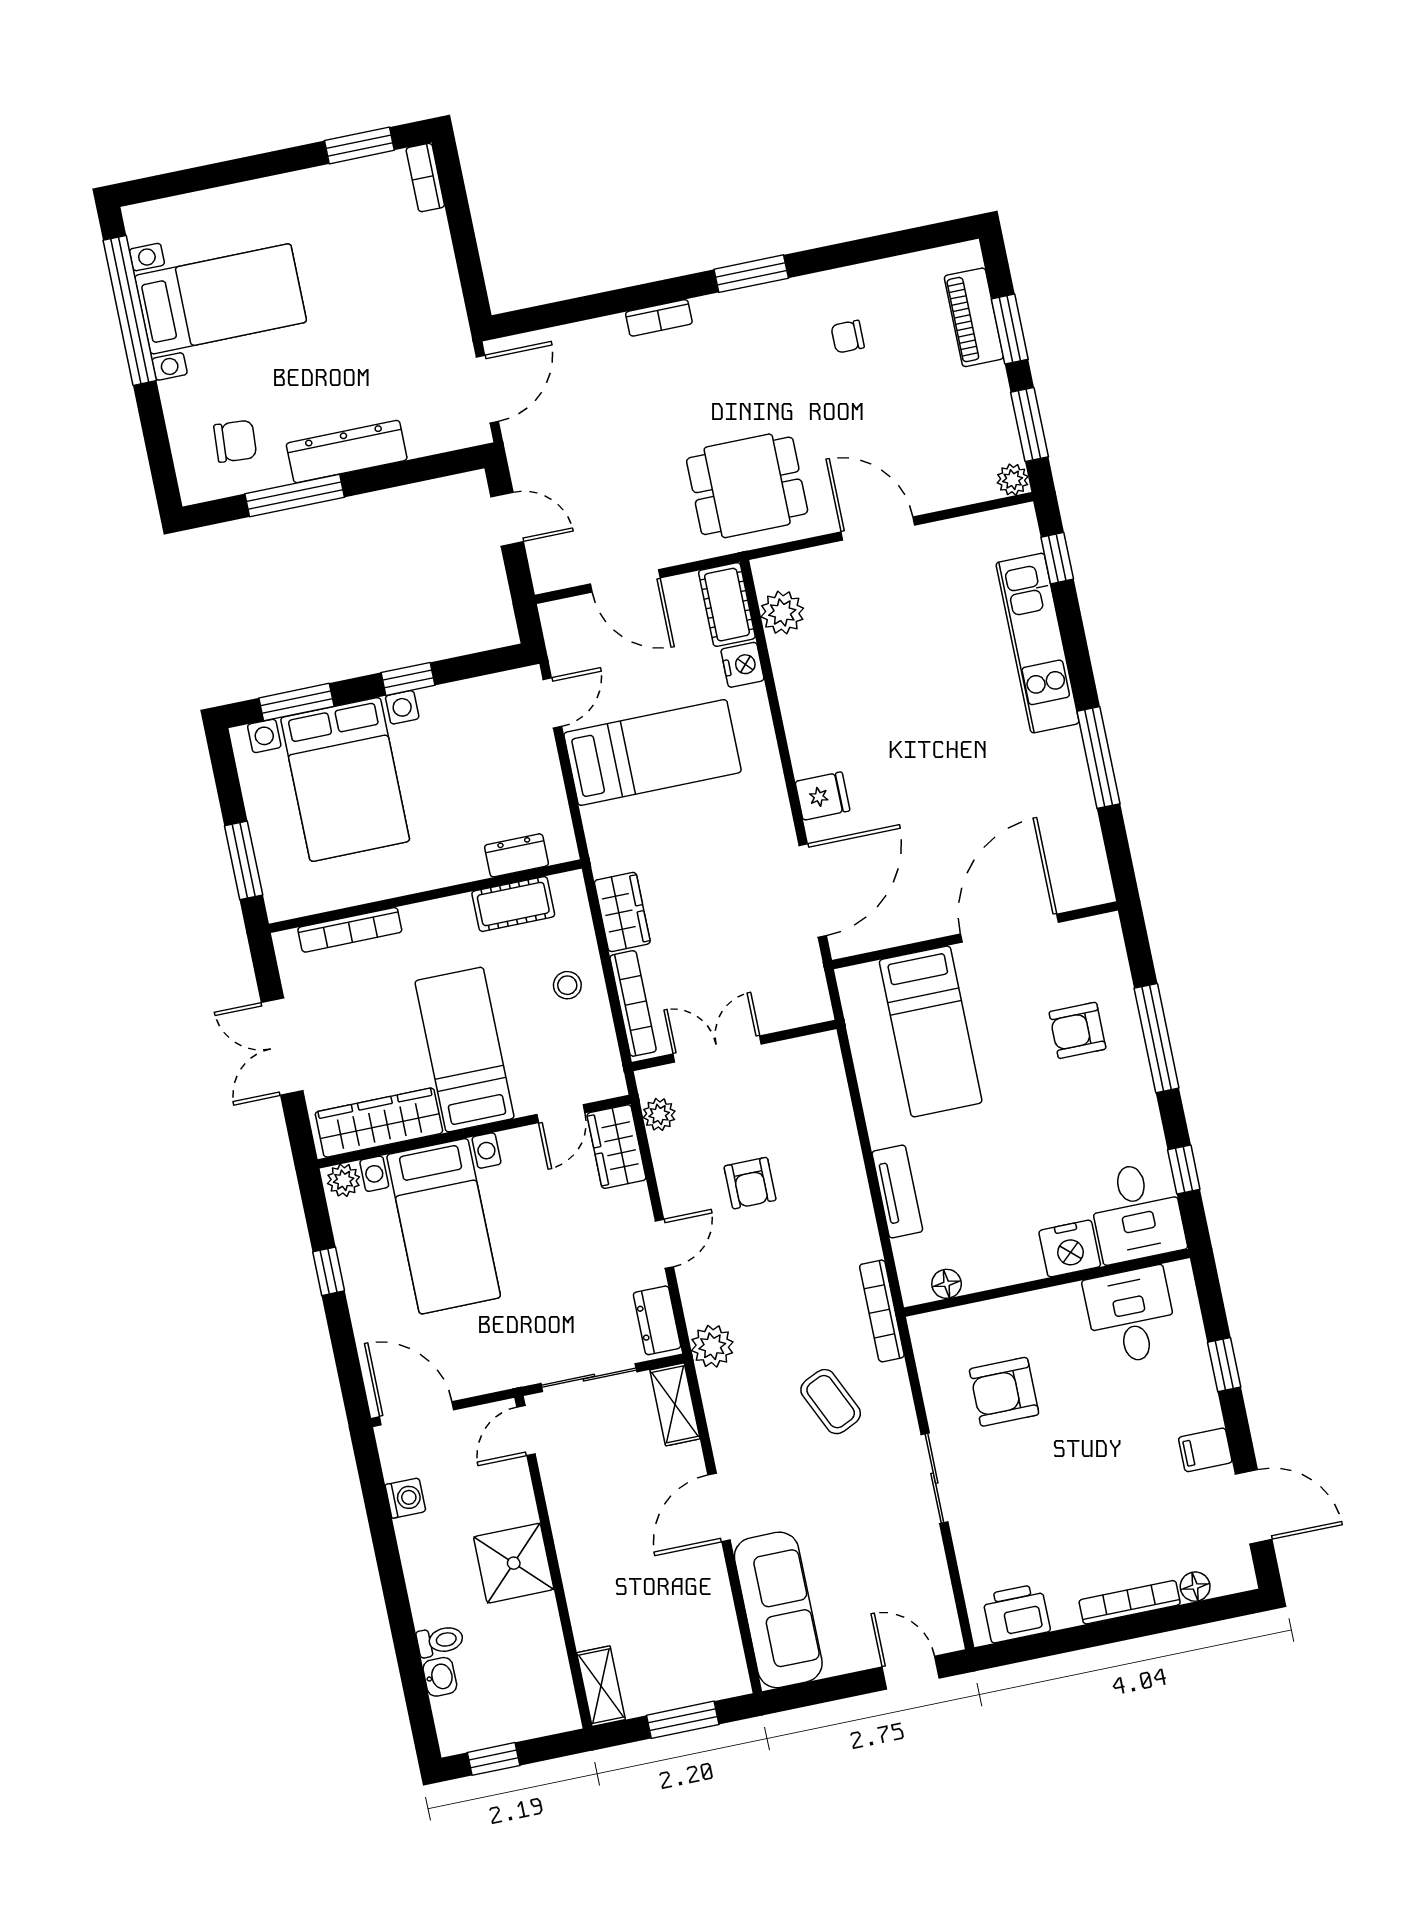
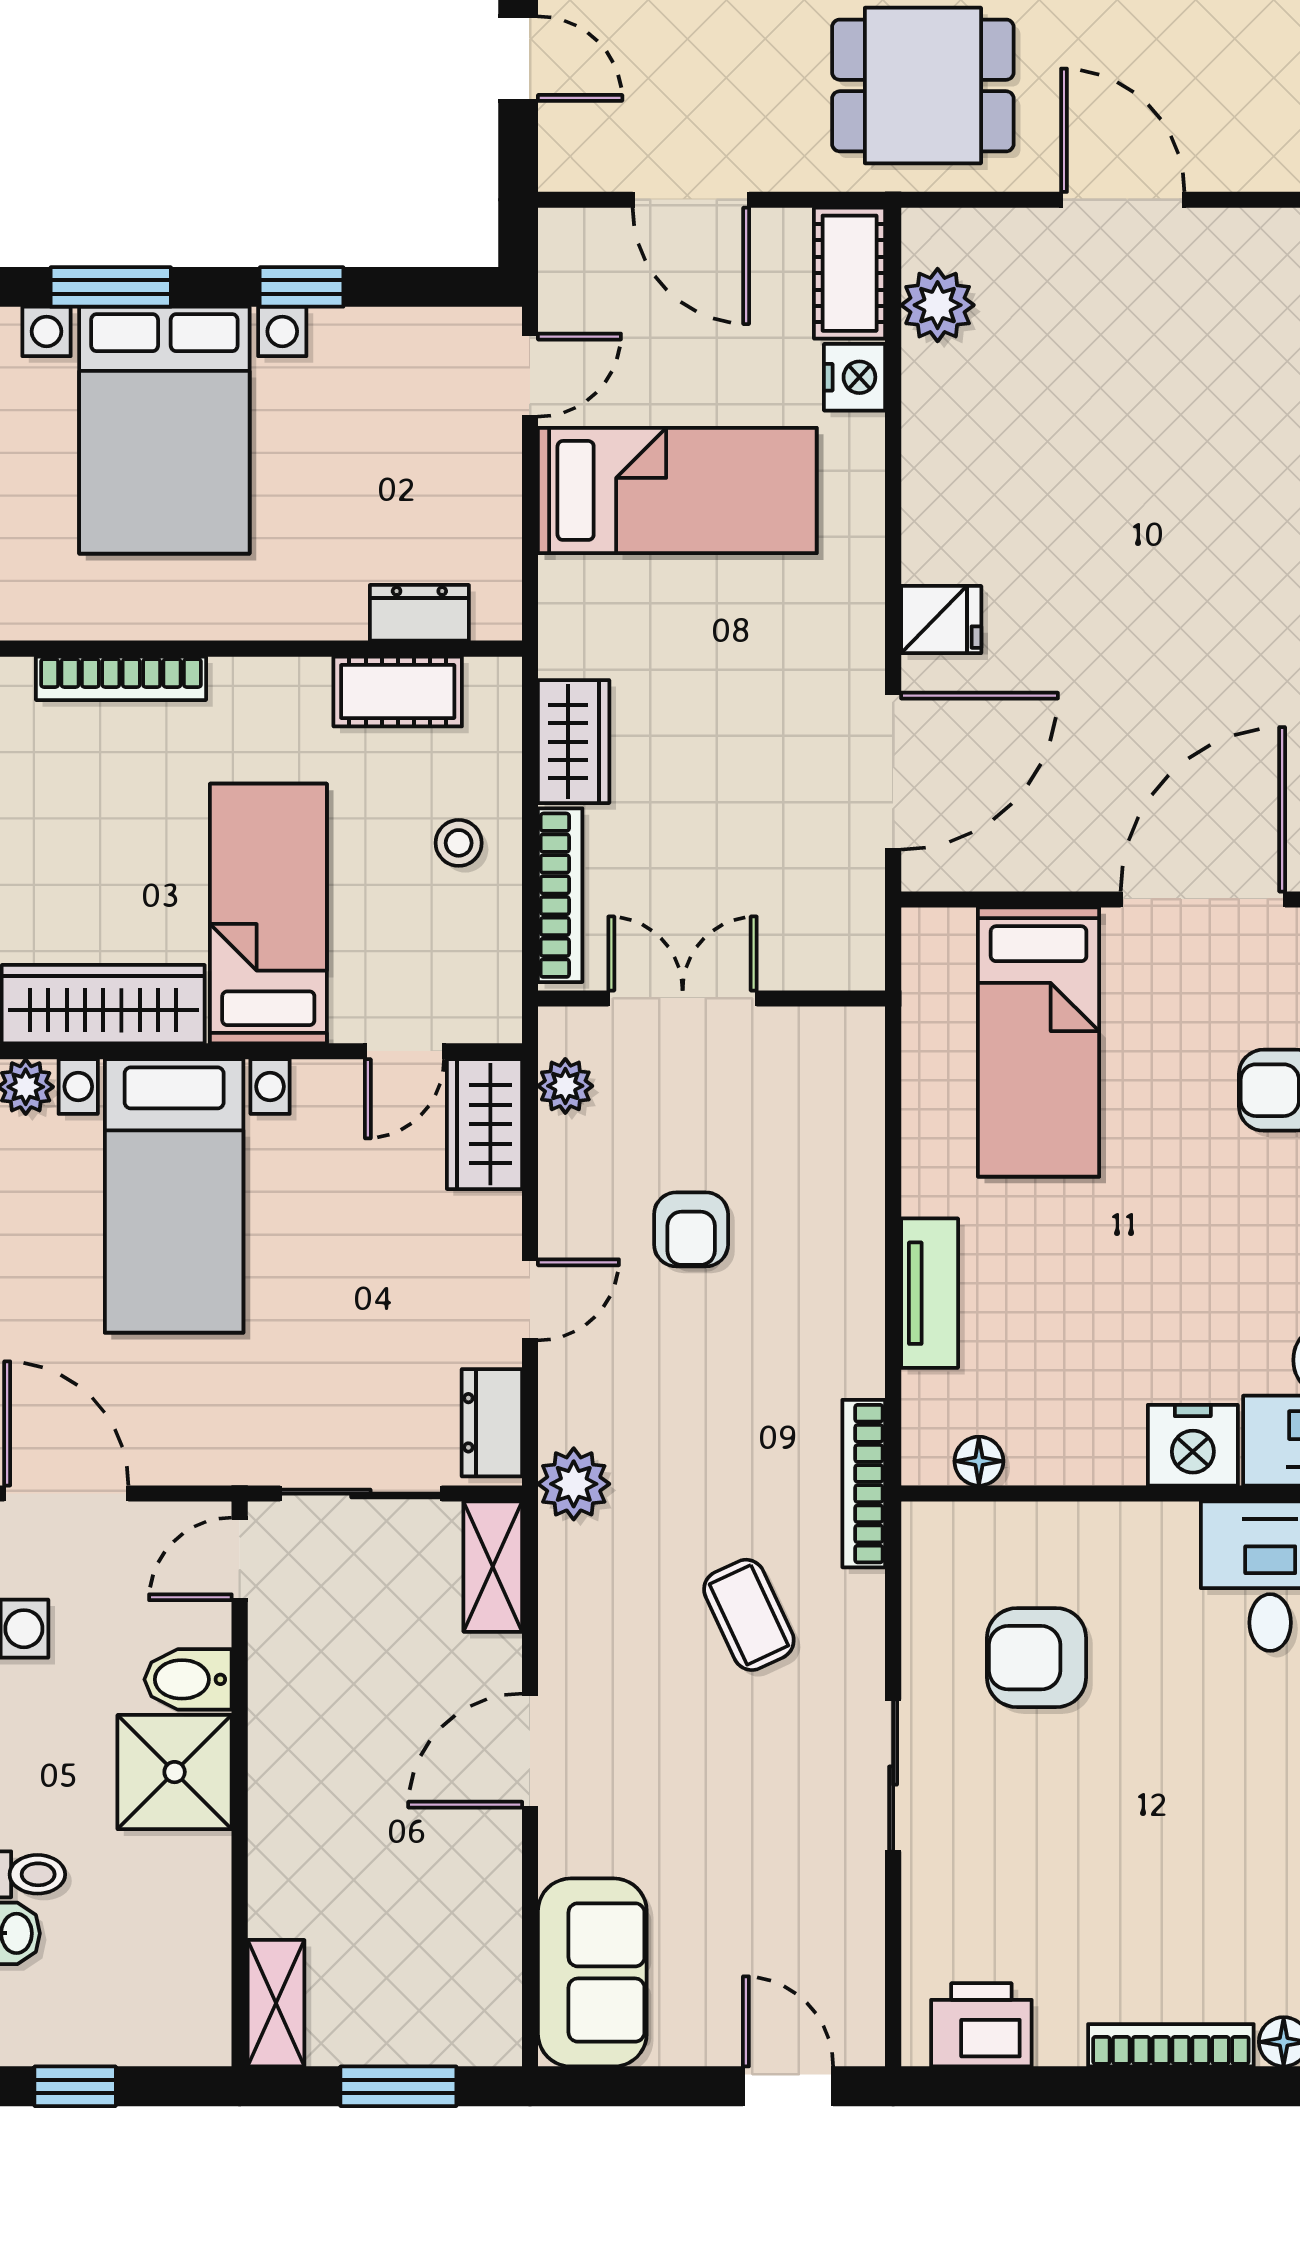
bidet: (510, 1507) -> (188, 1679), added
sofa: (778, 1610) -> (592, 1972), width x0.73

